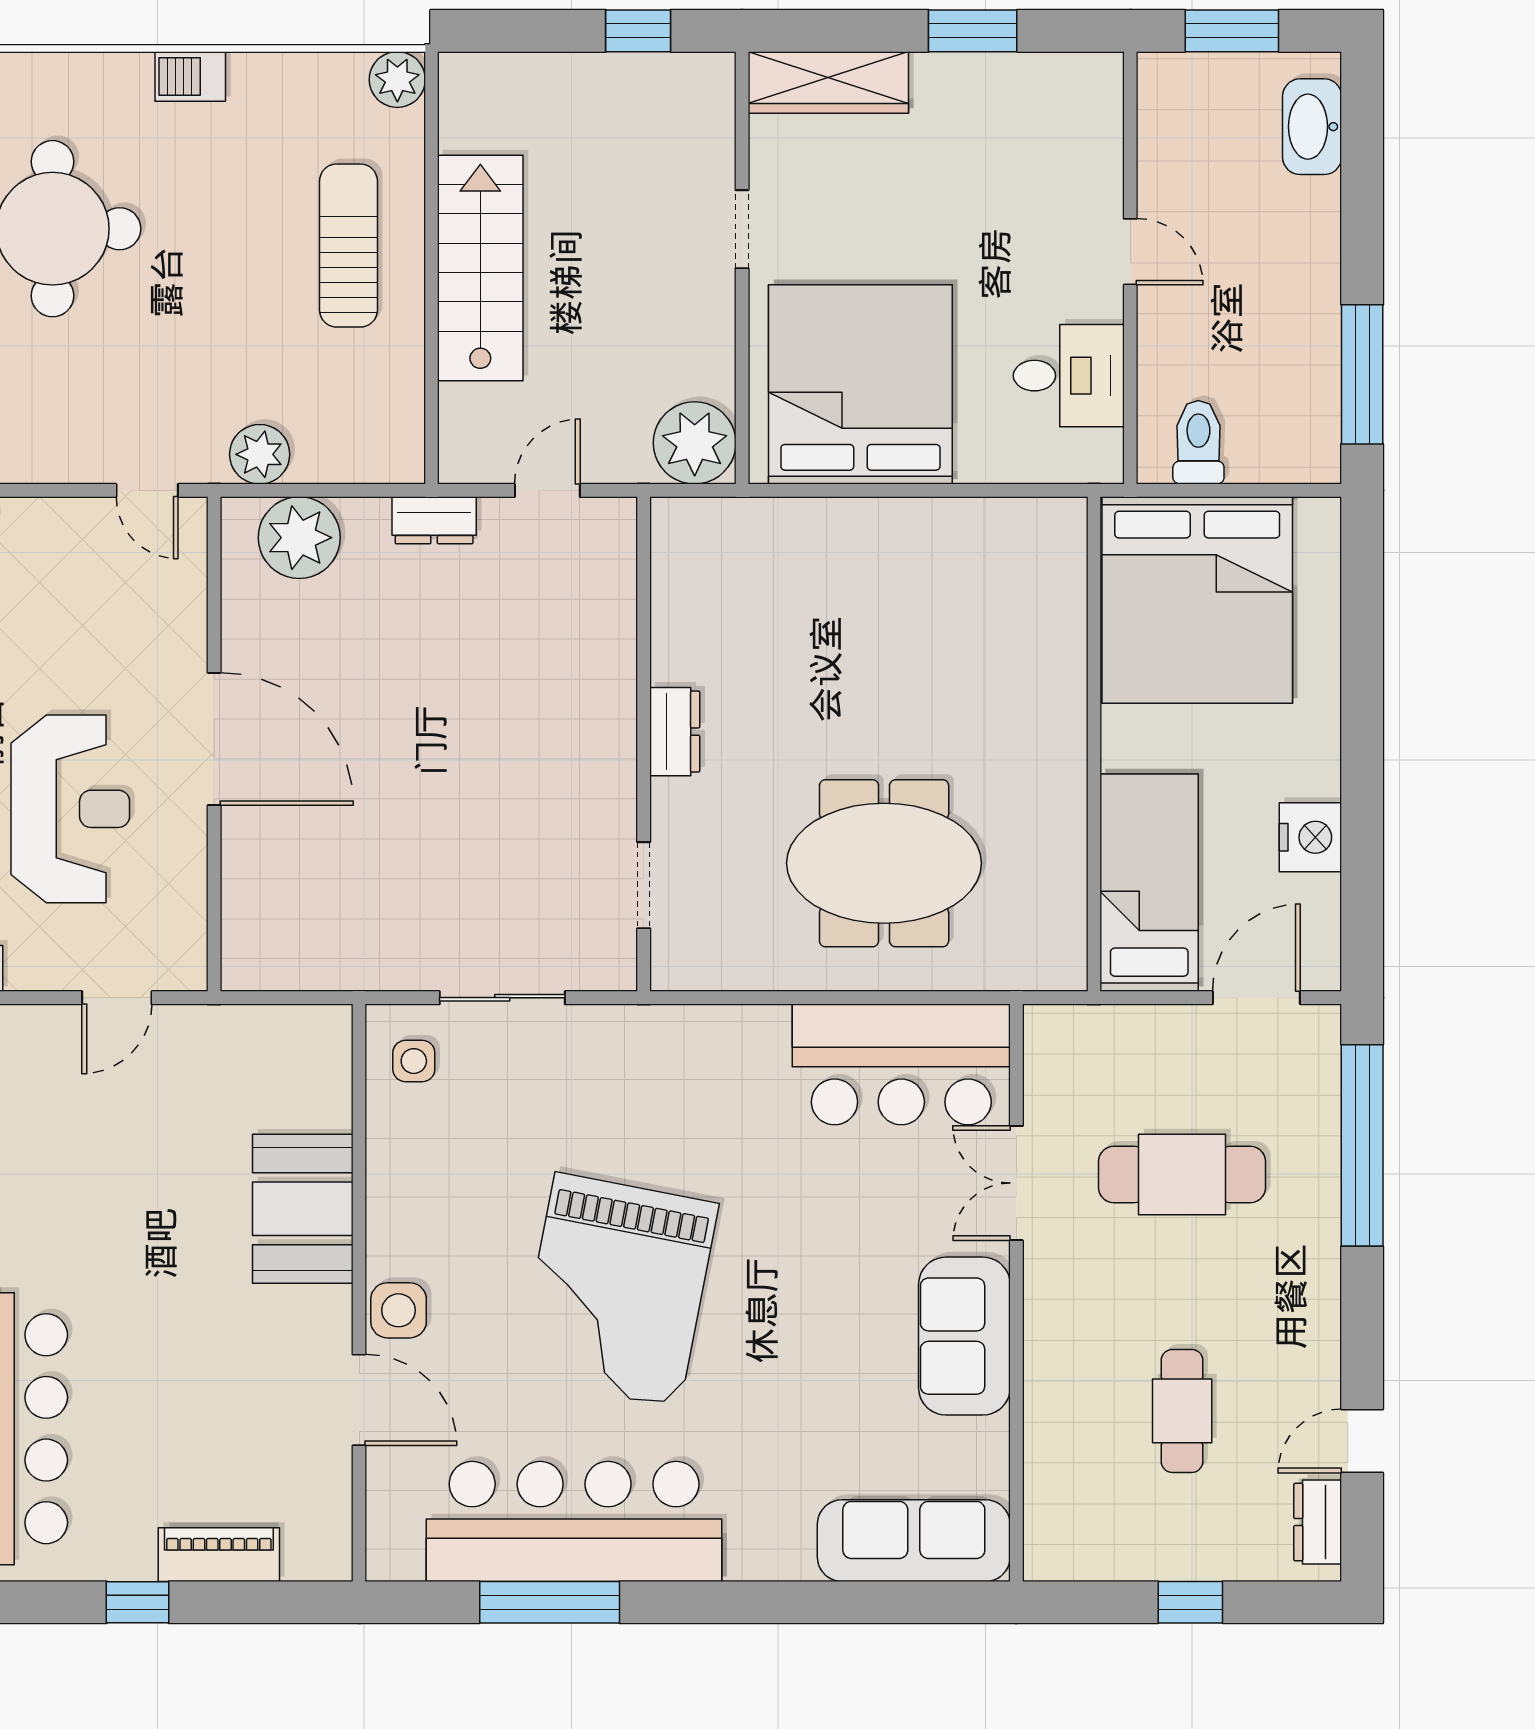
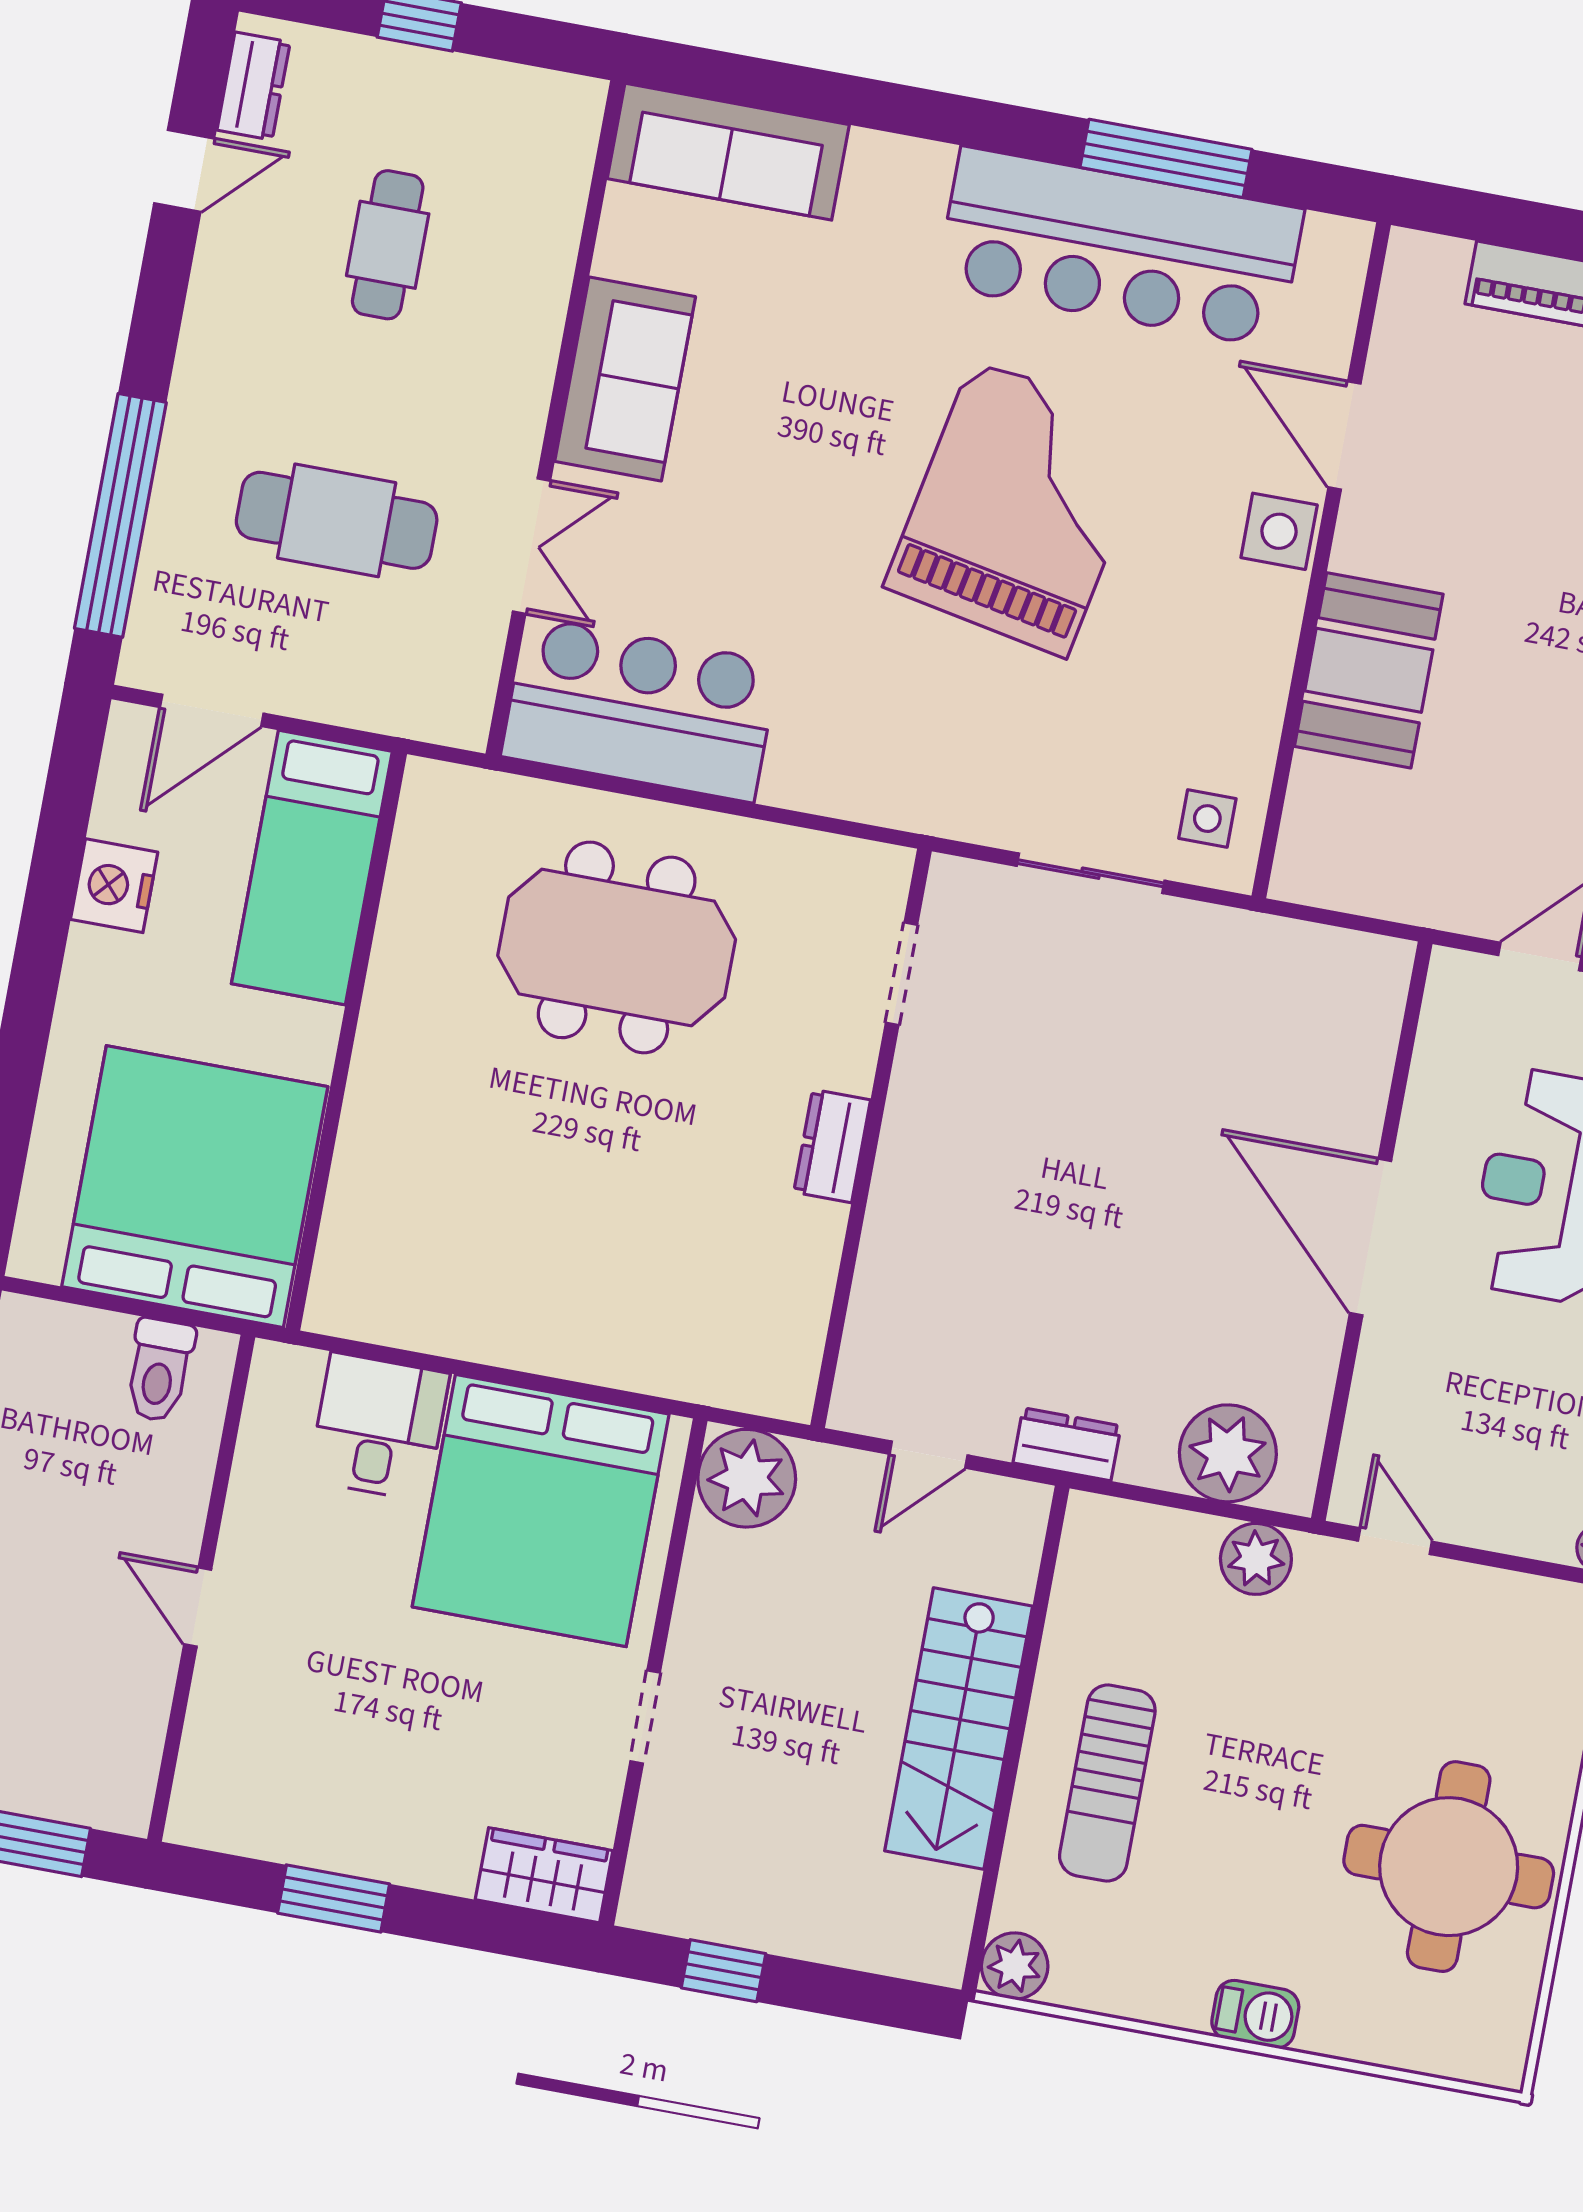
wardrobe: (828, 82) -> (544, 1875), width x0.67
desk: (1069, 376) -> (379, 1427), moved, turned 90

